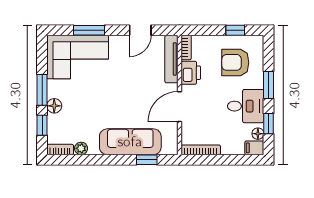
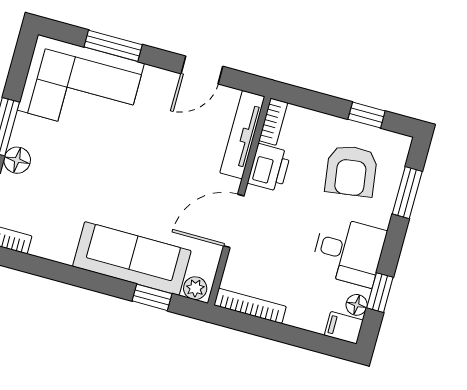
armchair: (235, 62) -> (351, 171), turned -98
window: (269, 85) -> (407, 193), moved
plant: (81, 148) -> (195, 288), moved

